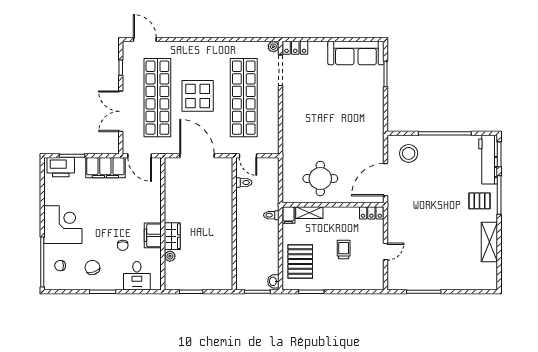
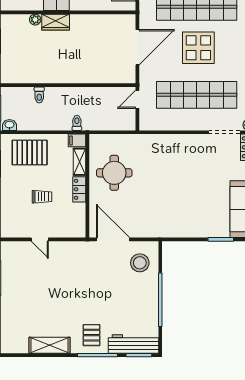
toilet: (244, 182) -> (39, 95), moved
locker: (371, 213) -> (79, 189), moved

